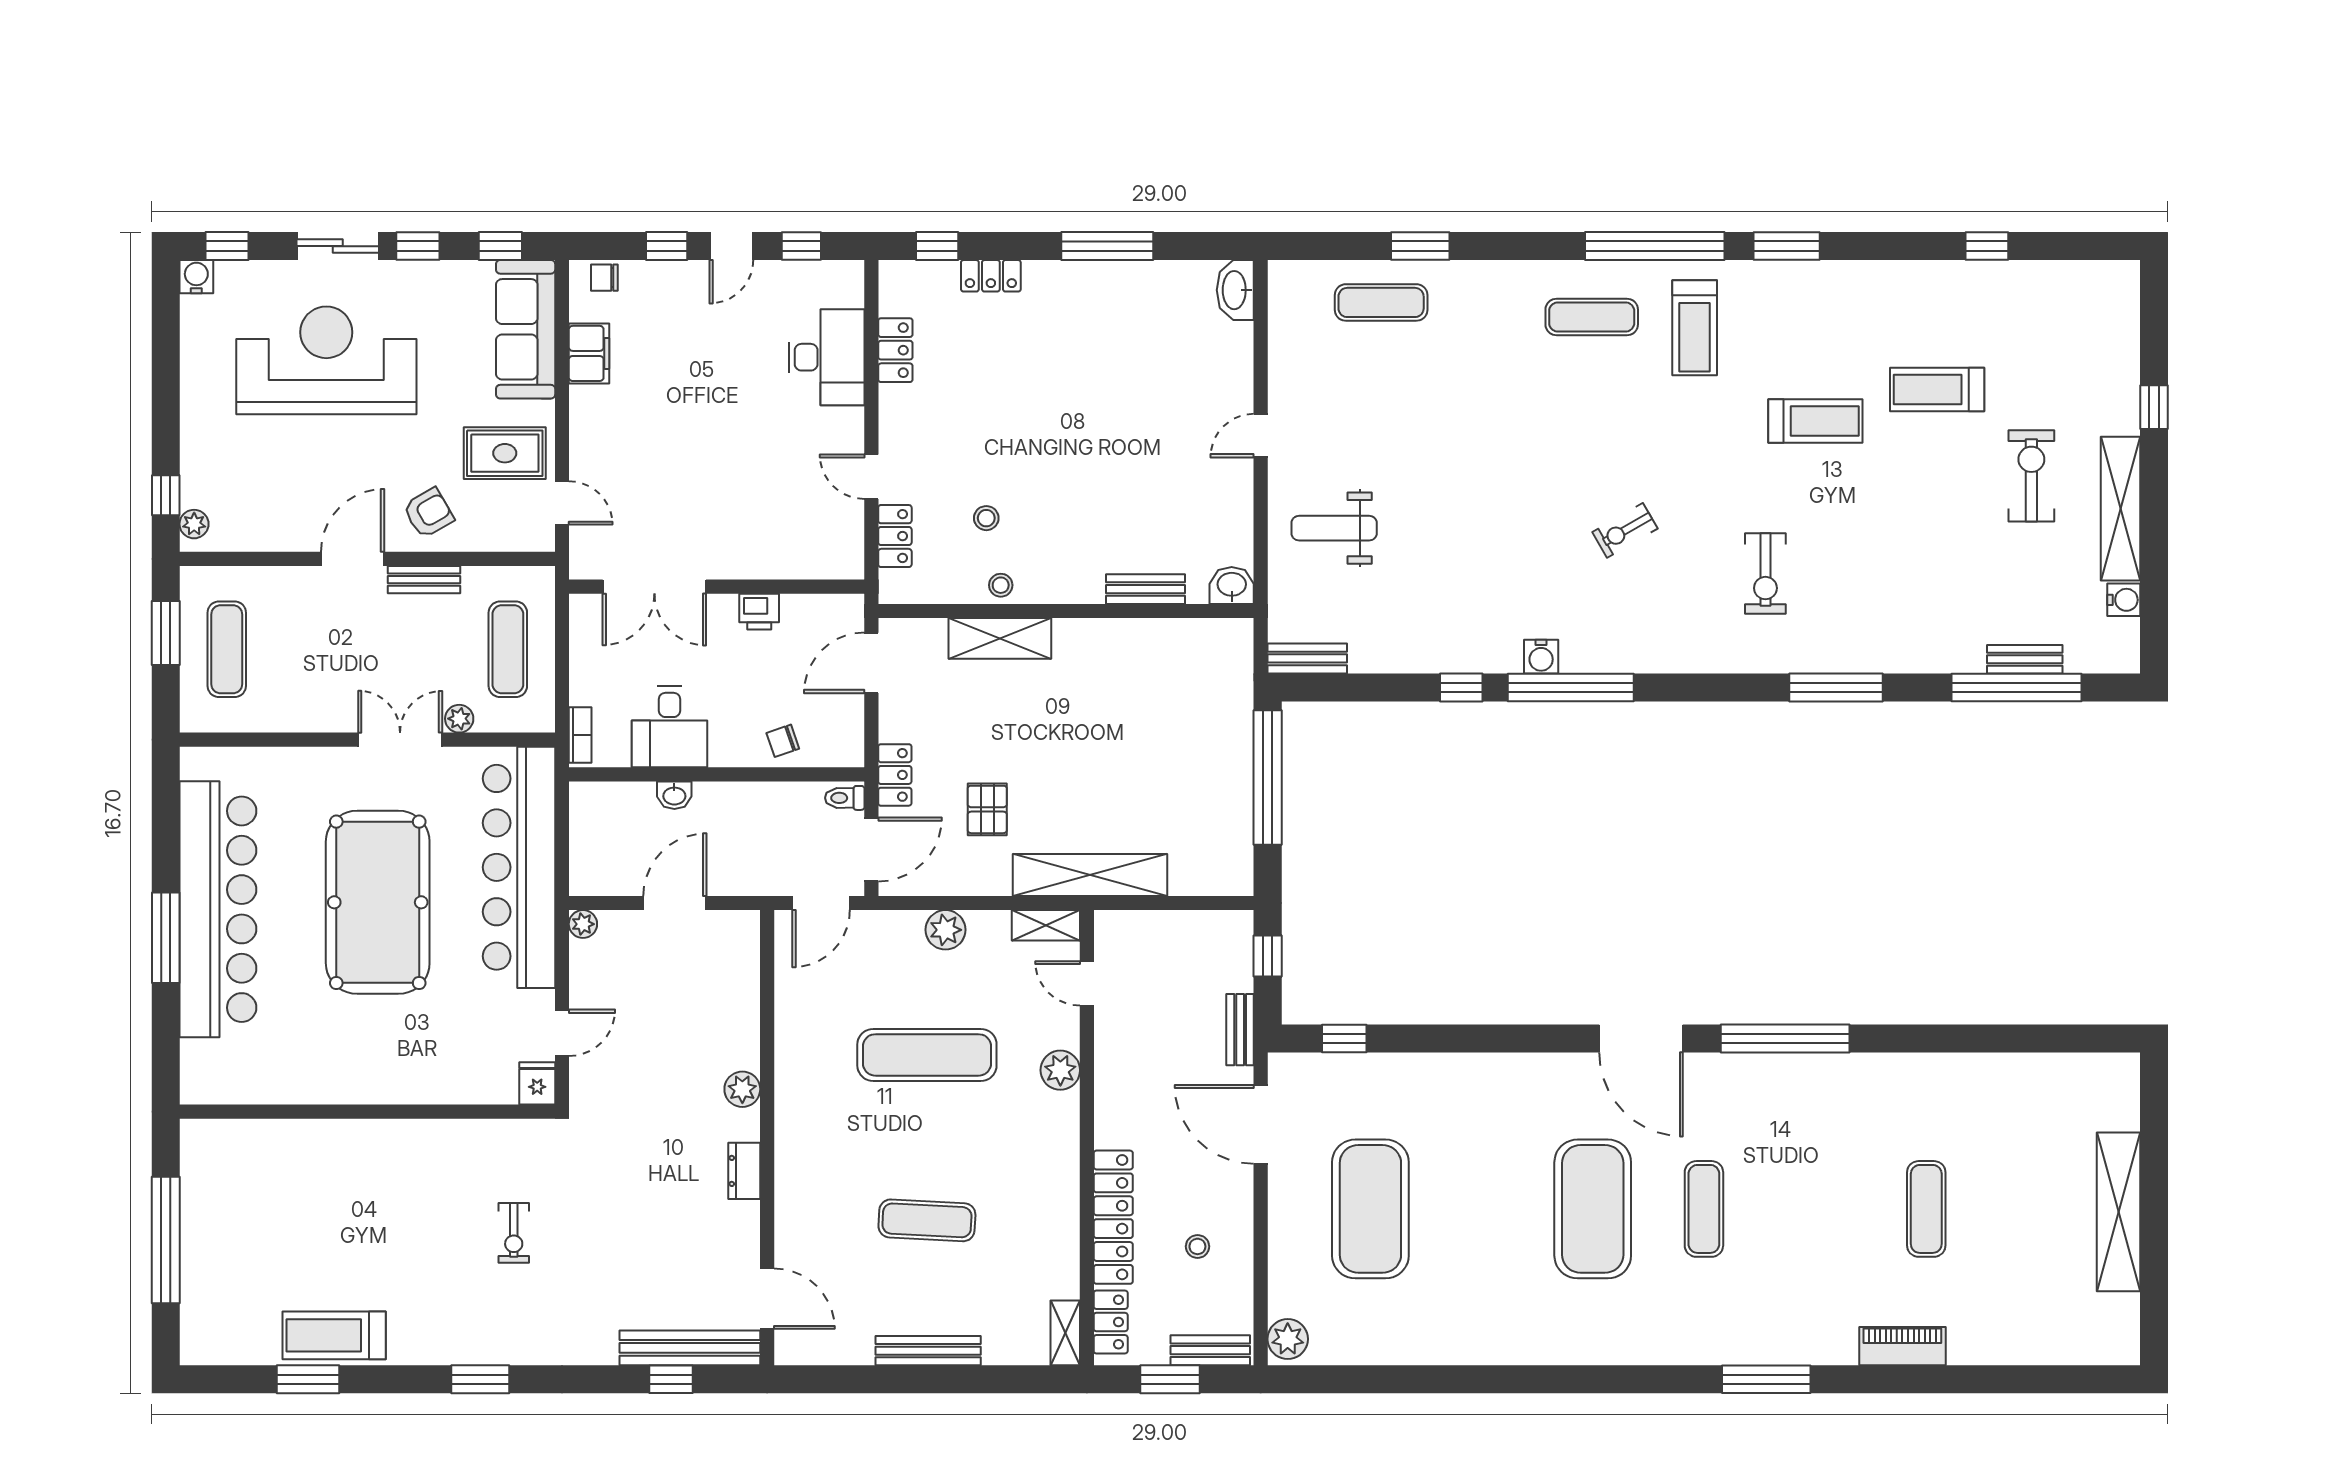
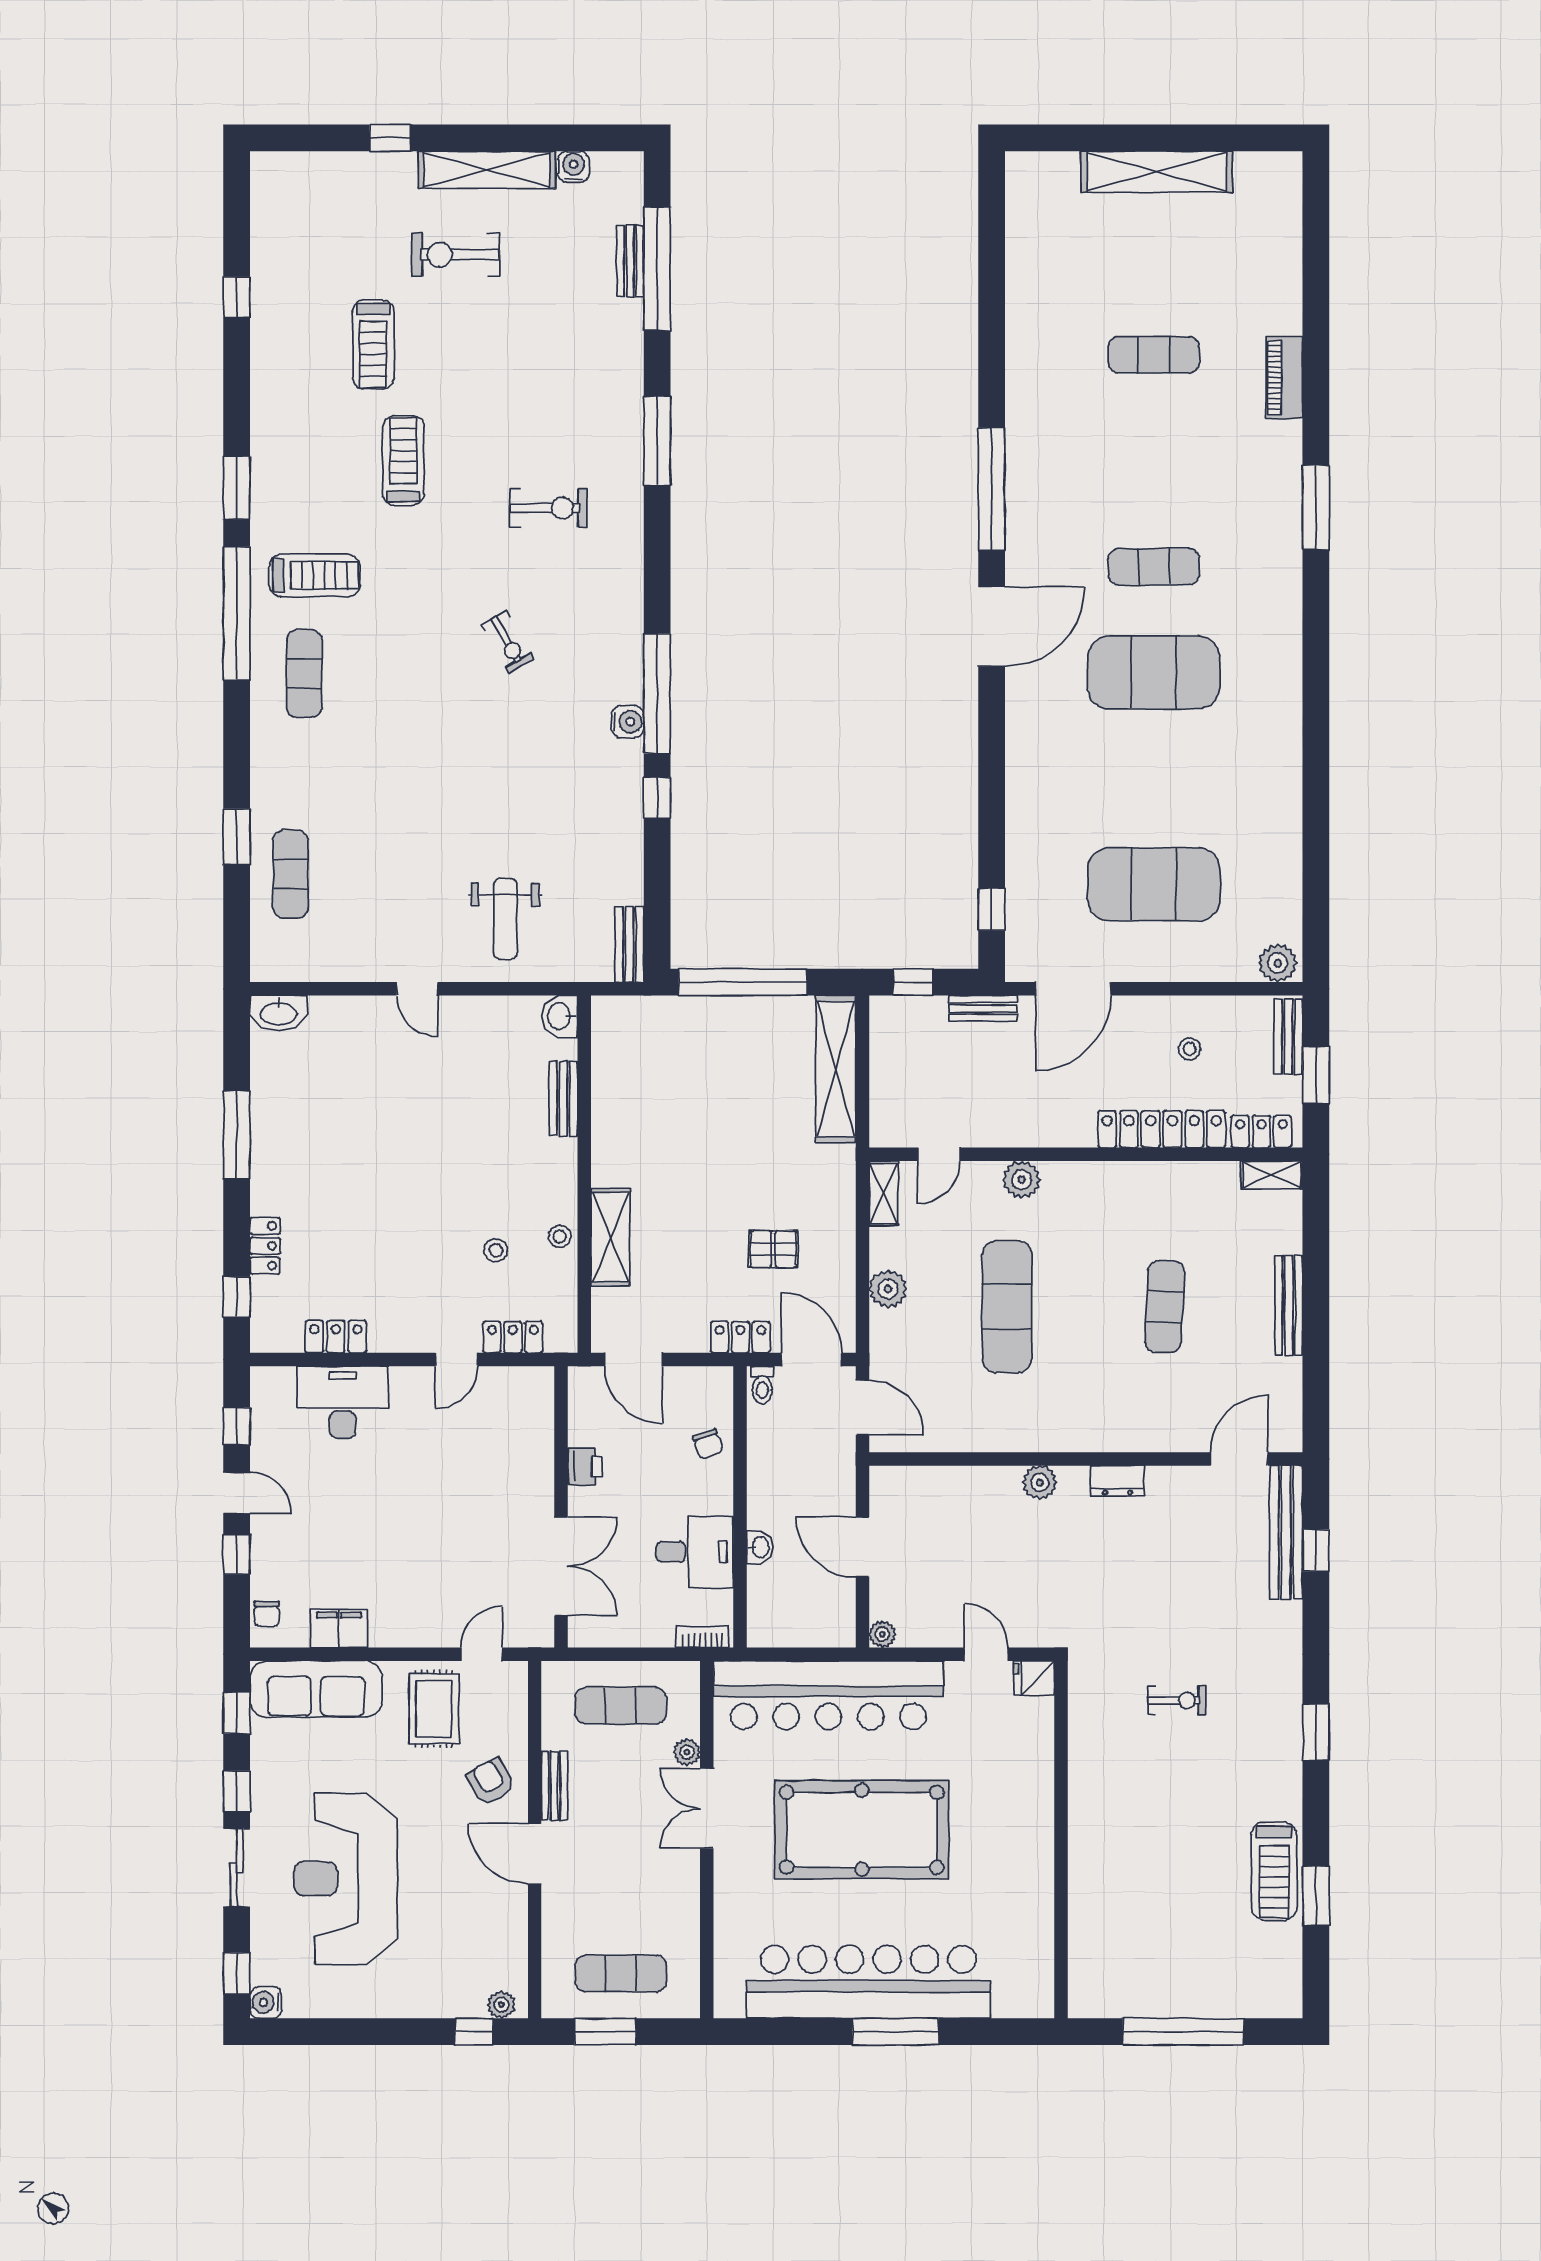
shelving: (1090, 875) -> (836, 1069), moved

